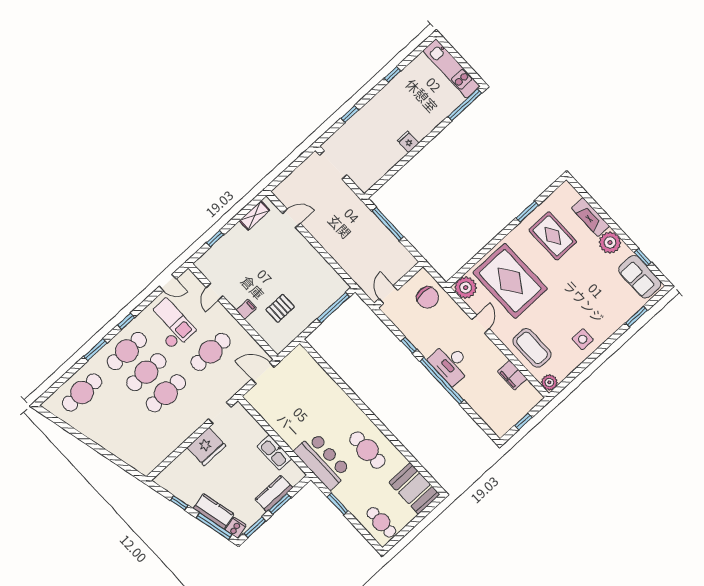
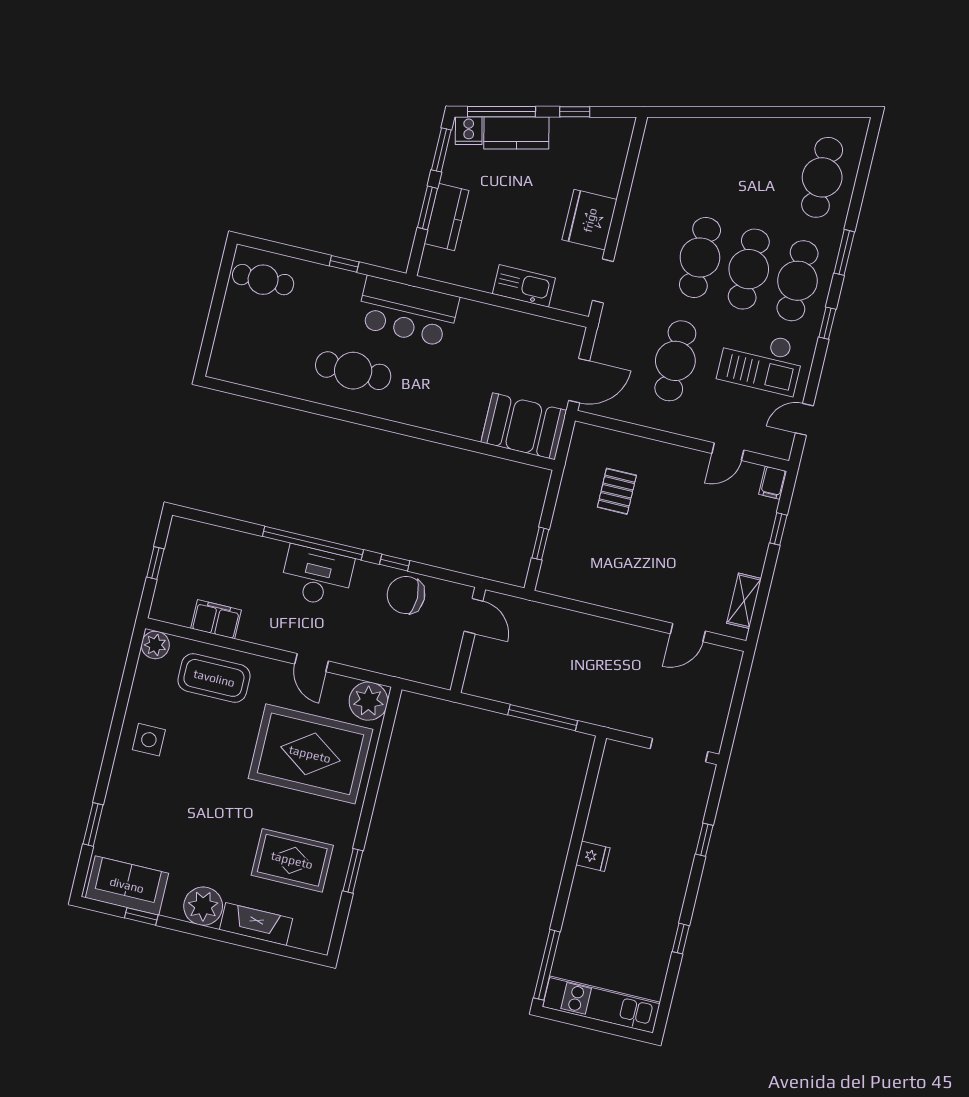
door: (215, 292) -> (728, 452), swing flipped
chair: (428, 297) -> (406, 595), moved
window: (333, 308) -> (540, 544), width x0.46
filing cabinet: (246, 309) -> (773, 483), moved
kitchen sink: (274, 453) -> (524, 286), moved
booth: (414, 488) -> (524, 426), moved
window: (338, 504) -> (344, 264), width x0.67

